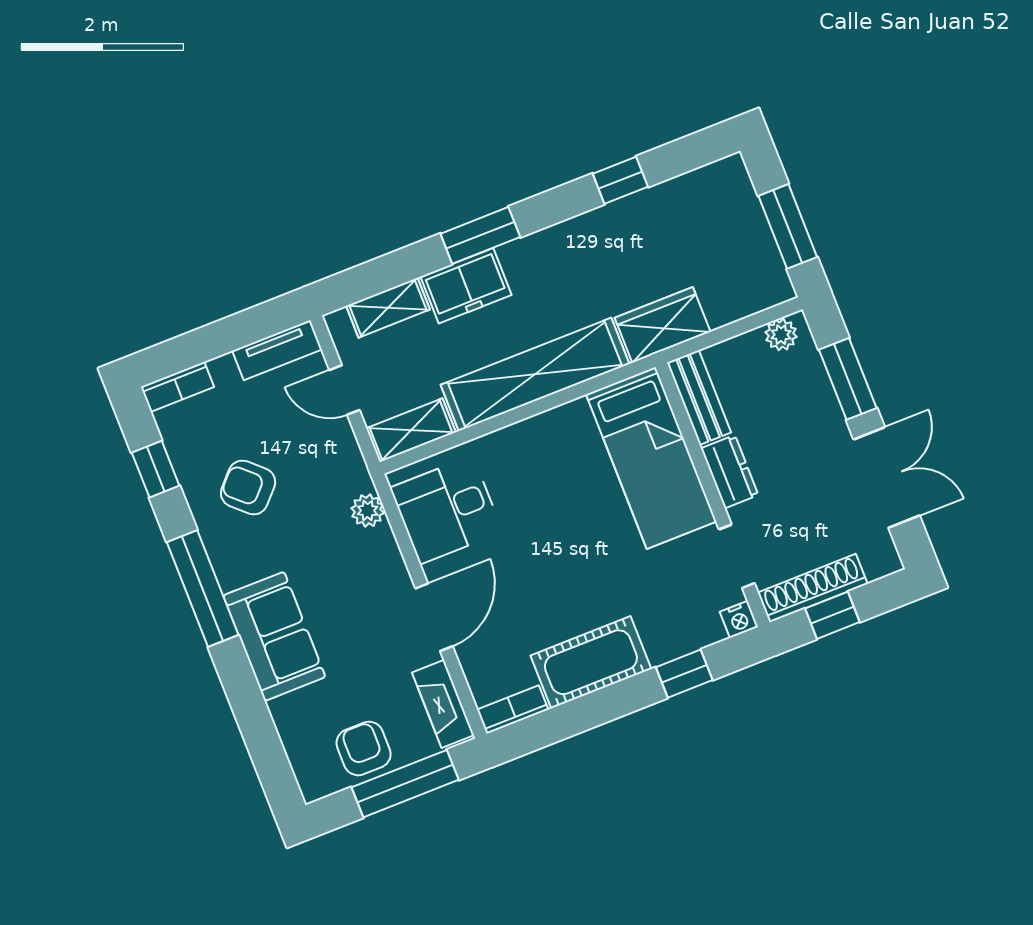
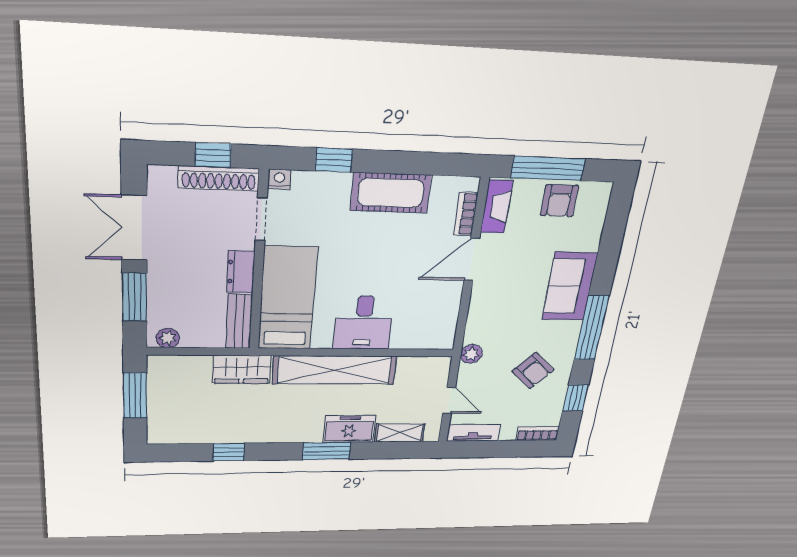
shelving: (411, 430) -> (424, 367), removed
desk: (446, 510) -> (363, 323), moved, turned 90
plant: (368, 511) -> (471, 354), moved
bookcase: (513, 710) -> (466, 214), moved, turned 90

